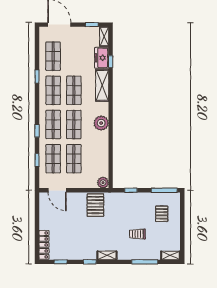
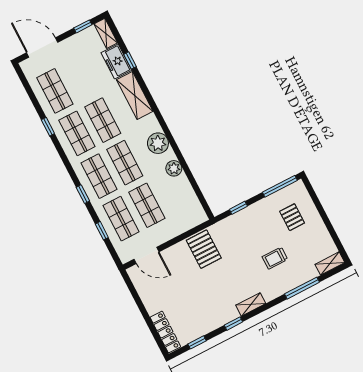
plant: (103, 183) -> (174, 168), moved

